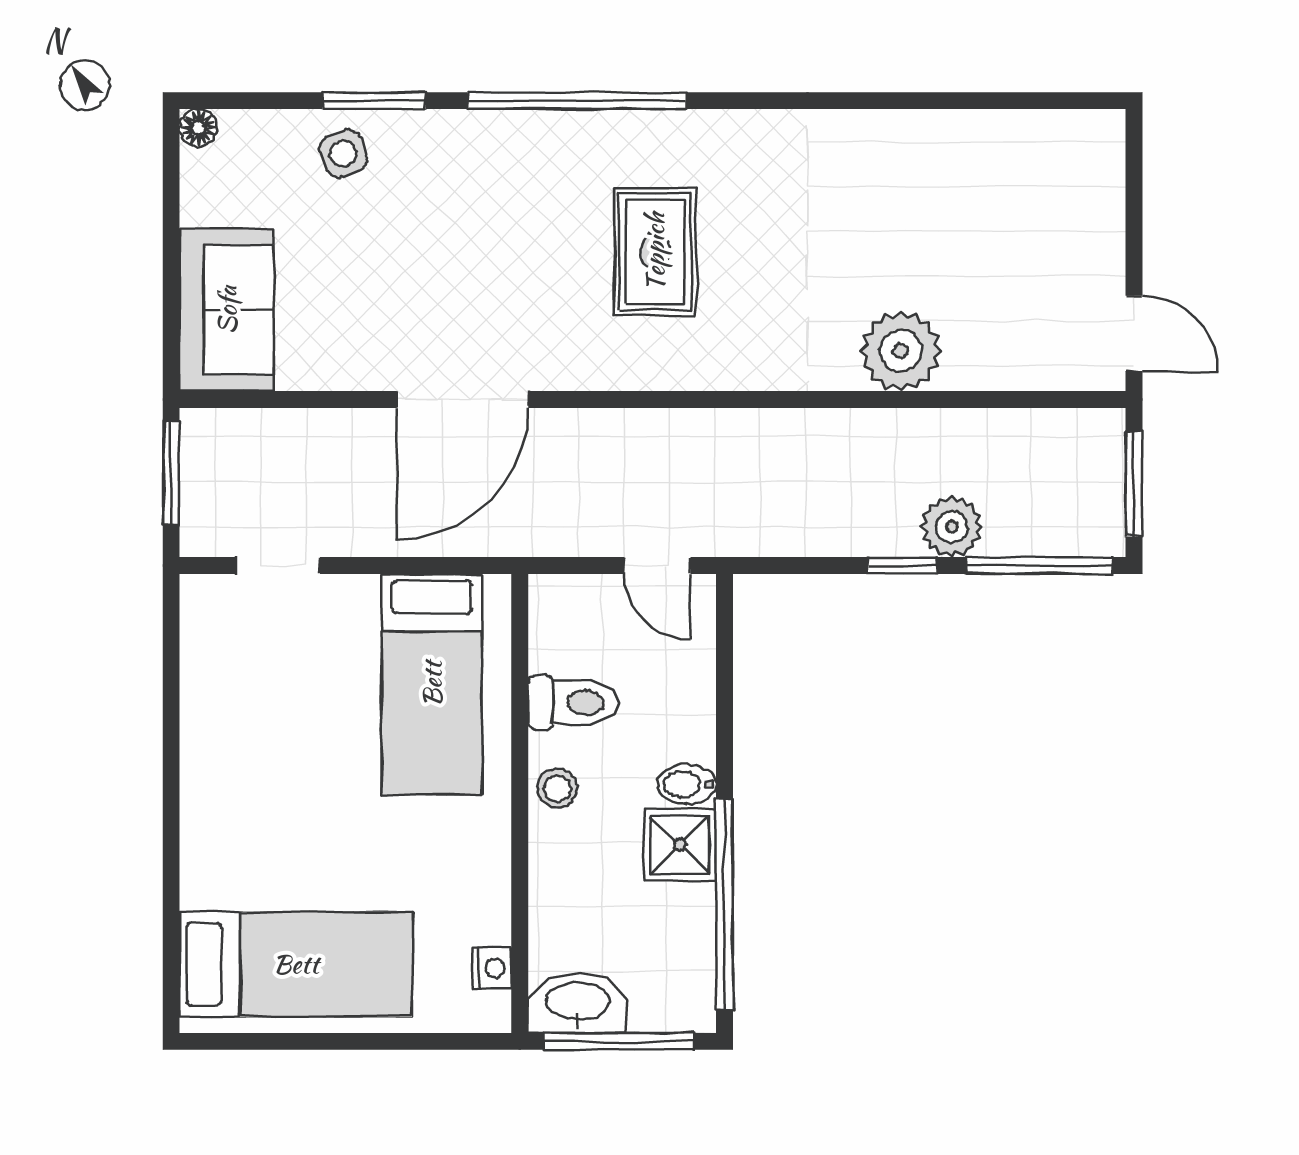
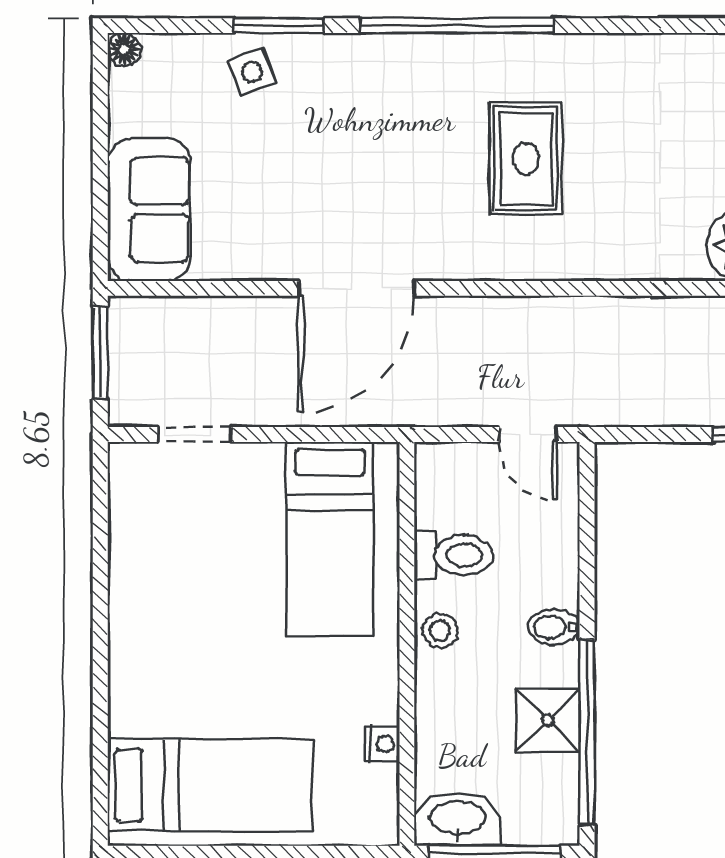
shower: (680, 845) -> (548, 720), moved
nightstand: (492, 968) -> (382, 744), moved

